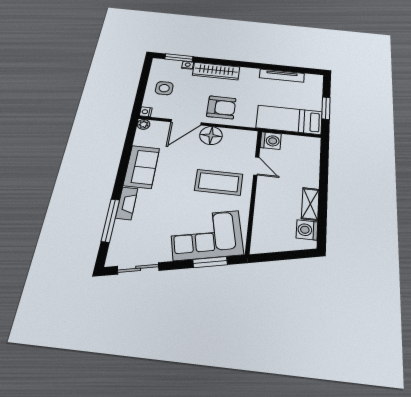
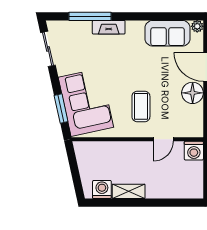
sofa: (141, 167) -> (168, 33), moved
coffee table: (219, 182) -> (141, 106), width x0.73, depth x0.76

